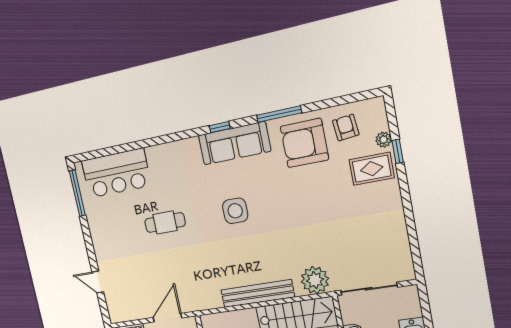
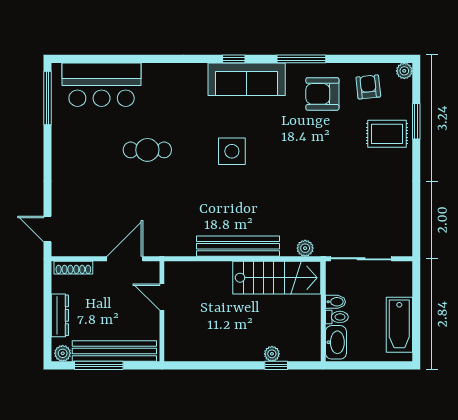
plant: (384, 140) -> (404, 71), moved
armchair: (304, 143) -> (322, 94), width x0.73, depth x0.73
window: (398, 151) -> (416, 121), width x1.50
plant: (315, 280) -> (305, 248), width x0.53, depth x0.53
door: (98, 282) -> (48, 229), moved

